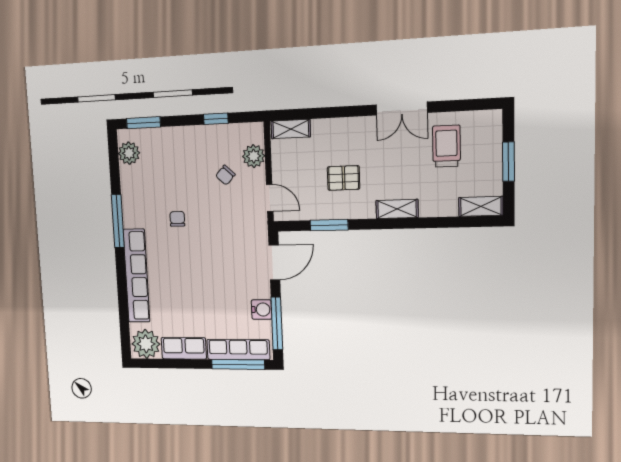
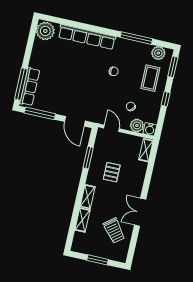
window: (216, 119) -> (166, 99), moved
trolley: (446, 146) -> (114, 231), turned 52
coffee table: (171, 155) -> (150, 78), added
door: (270, 198) -> (112, 128), swing flipped
shelving: (481, 206) -> (82, 220), moved
window: (118, 221) -> (136, 38), moved
water cooler: (262, 310) -> (150, 129), moved
row of seats: (184, 348) -> (38, 54), removed

